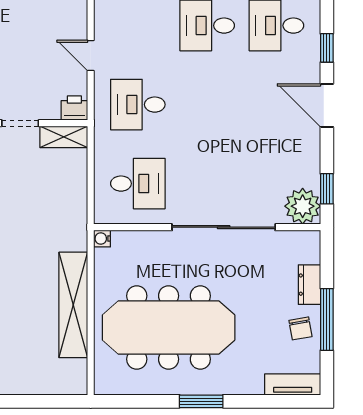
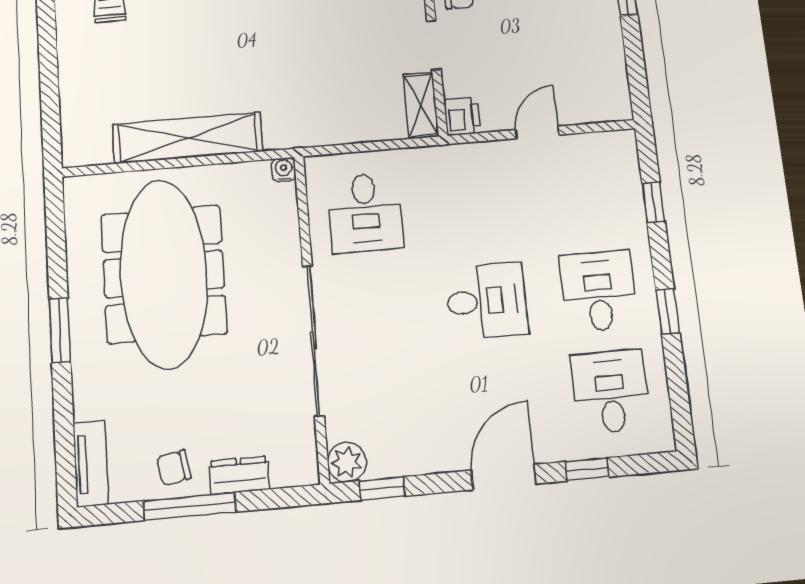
desk: (138, 105) -> (486, 301), moved, turned 90
plant: (303, 206) -> (347, 462), width x0.73, depth x0.73

